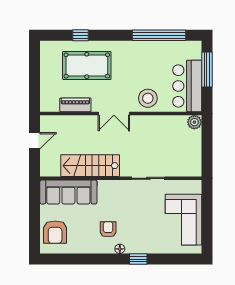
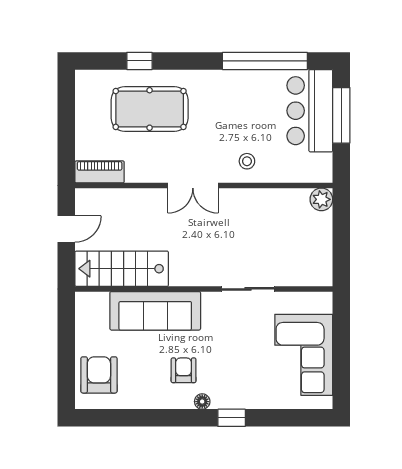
bar counter: (187, 86) -> (310, 111), moved
stool: (148, 98) -> (247, 161), width x0.53, depth x0.53
piano: (75, 105) -> (100, 172), moved
stairs: (90, 166) -> (122, 269), moved
sofa: (68, 192) -> (155, 311), moved
armchair: (55, 232) -> (99, 375), turned 180

